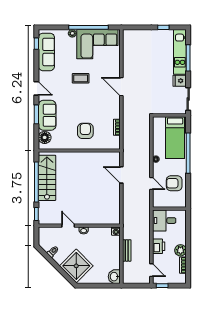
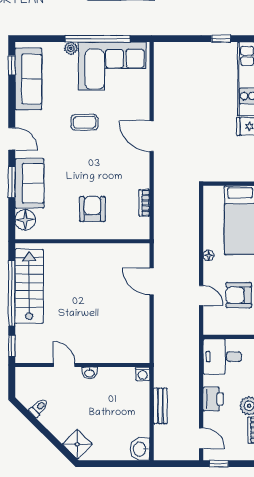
shower: (76, 266) -> (77, 444), width x0.54, depth x0.54

